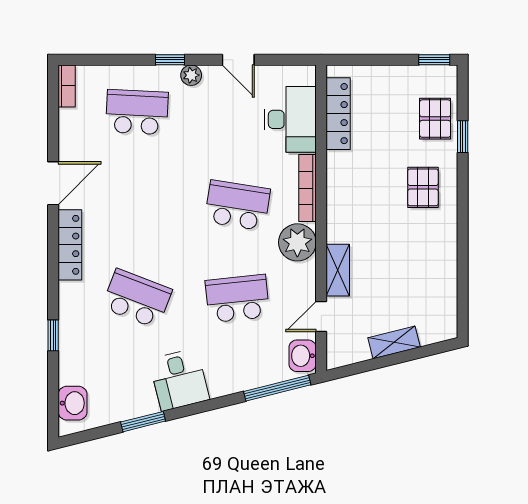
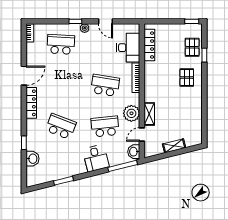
plant: (297, 242) -> (131, 113), moved
desk: (179, 380) -> (96, 158), moved
washbasin: (73, 403) -> (32, 159), moved

